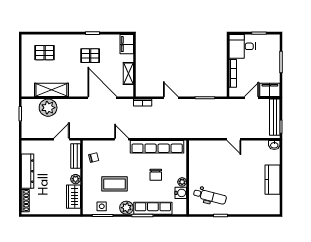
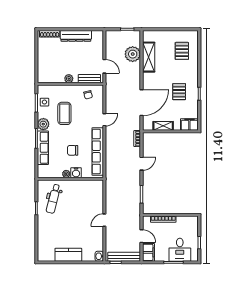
desk: (242, 46) -> (180, 250), moved, turned 180
water cooler: (181, 193) -> (76, 173), moved
wardrobe: (73, 197) -> (53, 77), removed

